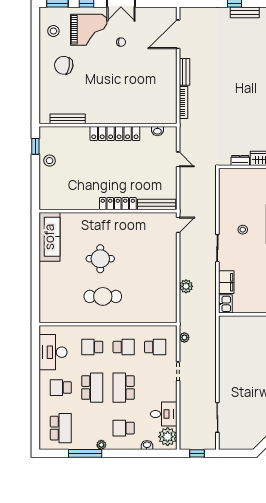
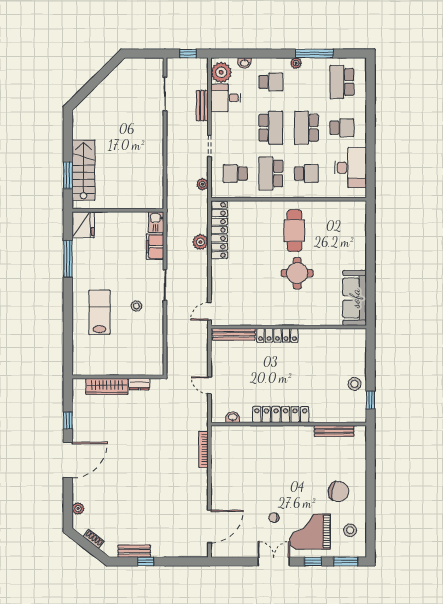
bench: (184, 72) -> (202, 106), moved
cafe table: (103, 296) -> (294, 231), turned 90
locker: (169, 297) -> (219, 230), added
school desk: (124, 347) -> (271, 174), width x1.85

